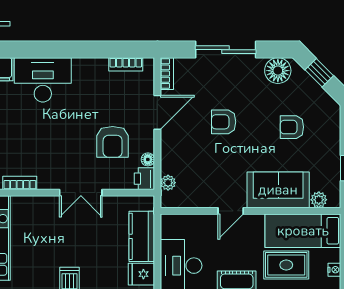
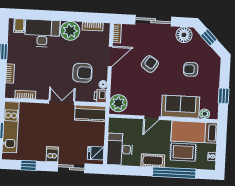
plant: (89, 73) -> (70, 31), added
armchair: (224, 122) -> (150, 64), turned 125
armchair: (113, 142) -> (82, 73), turned -90
plant: (168, 183) -> (118, 103), width x1.87, depth x1.87
double door: (81, 193) -> (62, 102), swing flipped
kitchen counter: (142, 236) -> (90, 113), moved, turned -90

